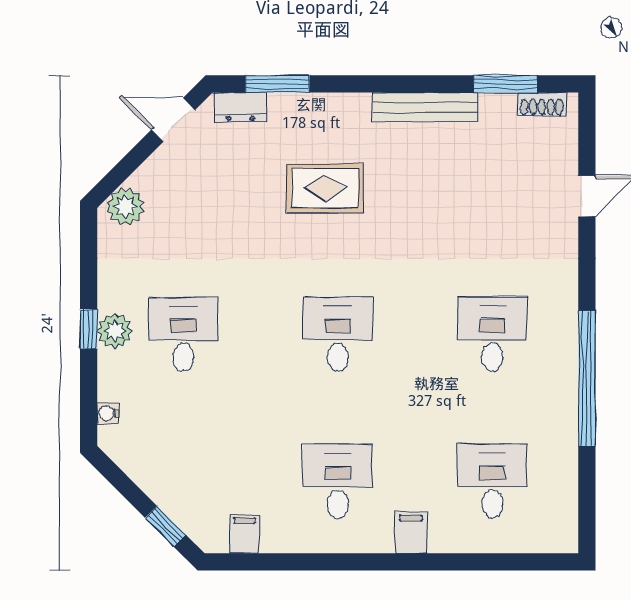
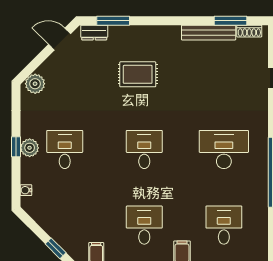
bench: (425, 107) -> (209, 33), moved
desk: (492, 334) -> (224, 149), width x1.37

